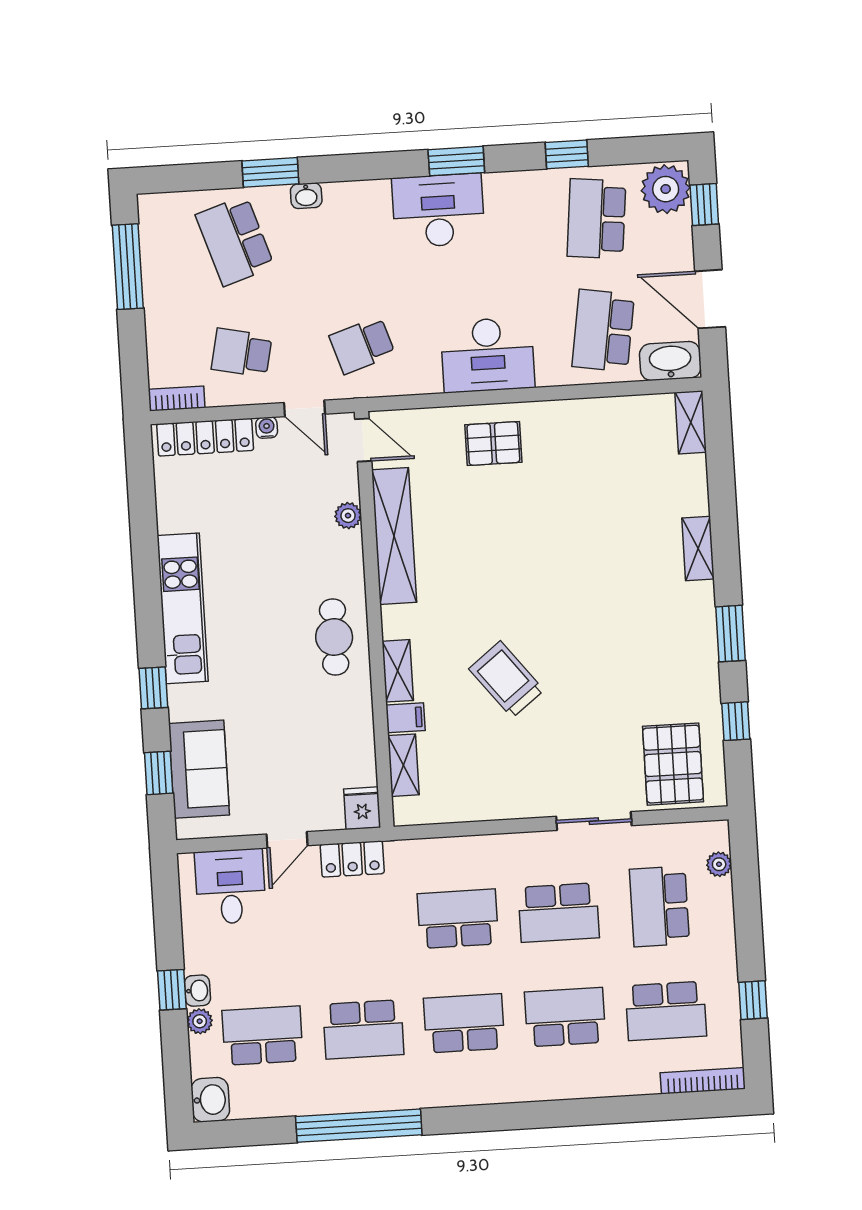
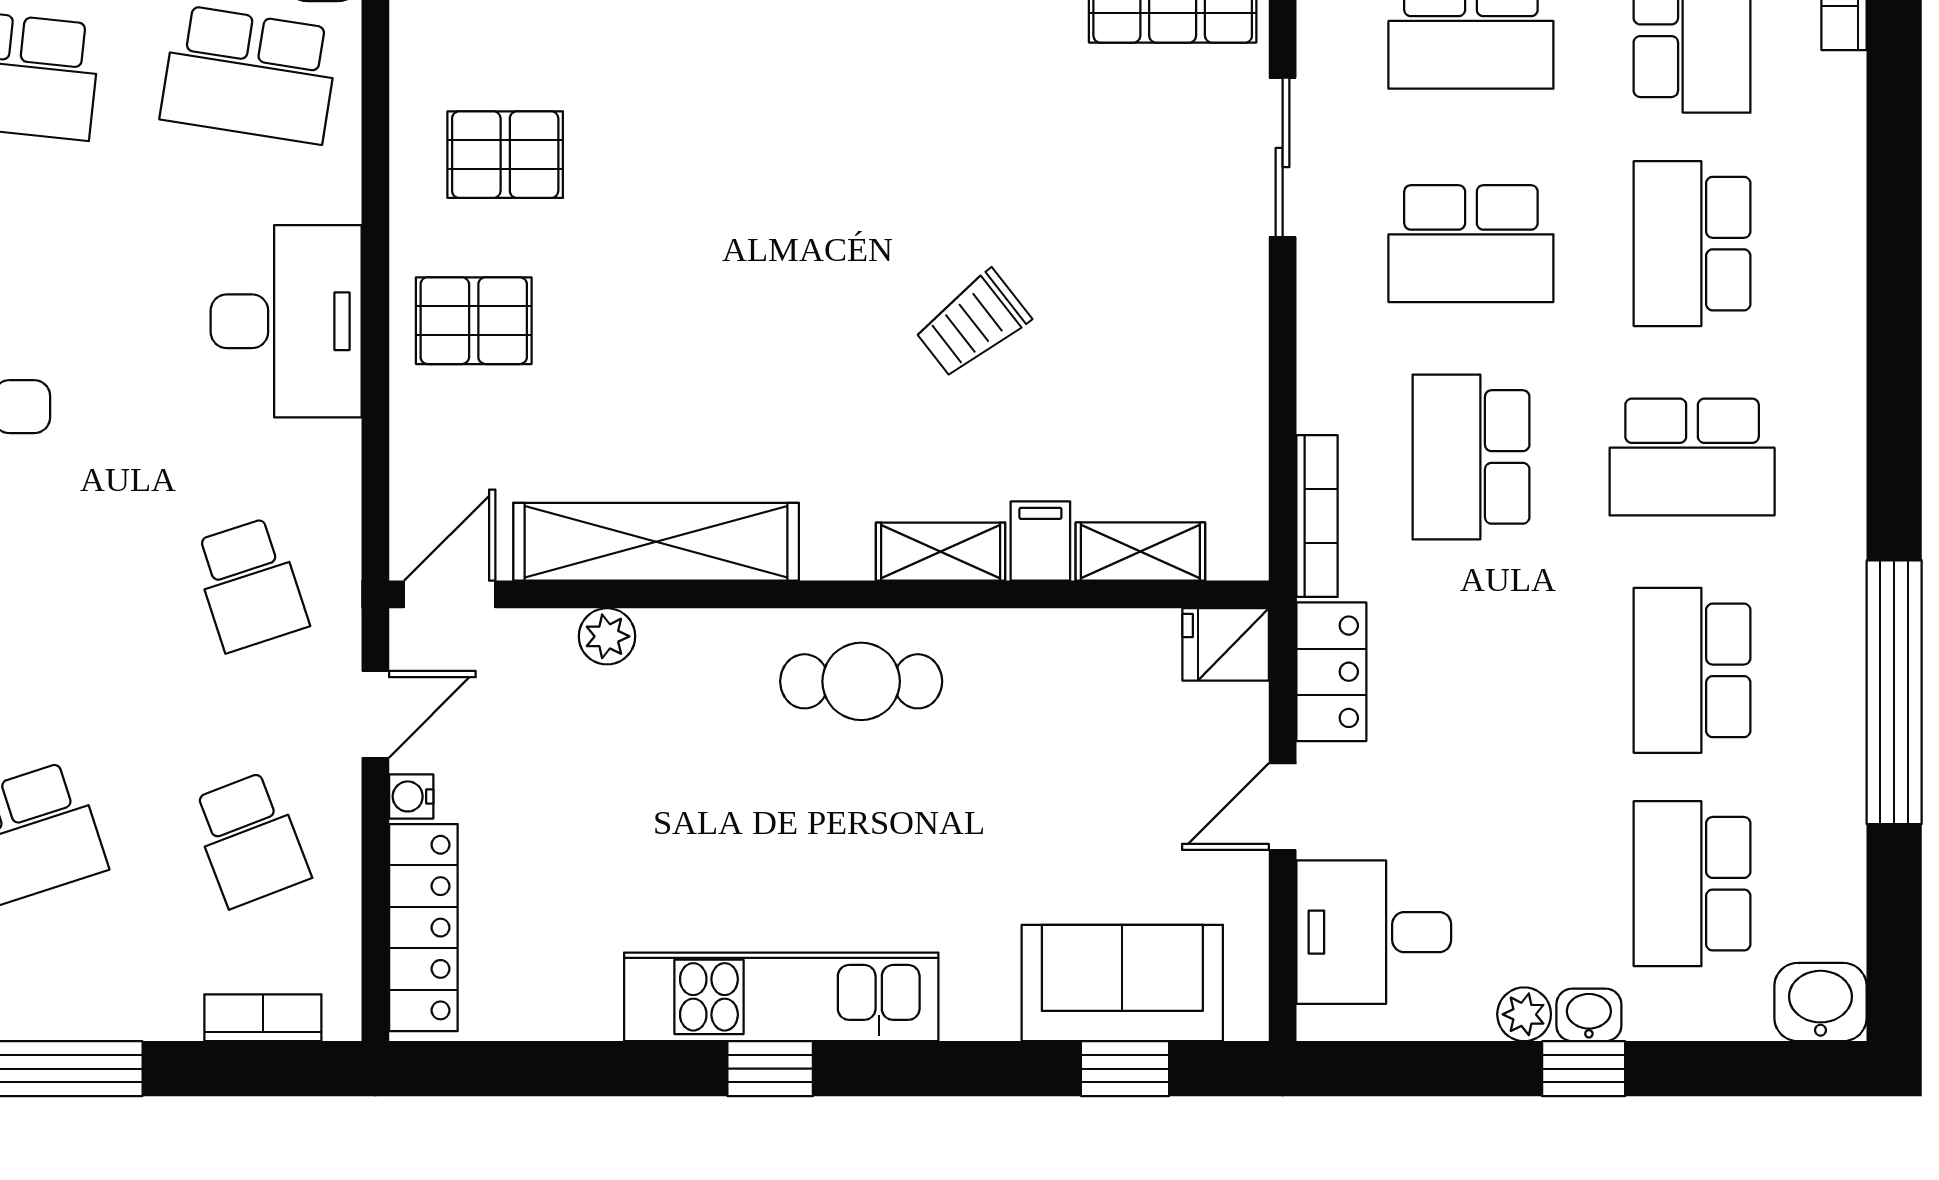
school desk: (242, 353) -> (250, 839), turned -33
bookcase: (177, 399) -> (263, 1018), moved, turned 90
pallet: (493, 443) -> (474, 321), turned 90
pallet: (573, 454) -> (505, 155), added
trolley: (506, 679) -> (973, 324), width x0.73, depth x0.72
window: (153, 688) -> (770, 1069), moved
door: (287, 840) -> (1283, 807), swing flipped
bookcase: (425, 848) -> (1317, 516), added
school desk: (559, 913) -> (1471, 244), turned 90
plant: (200, 1021) -> (1524, 1014), moved
school desk: (464, 1023) -> (1692, 457), turned -90
school desk: (363, 1029) -> (1692, 670), turned 180

